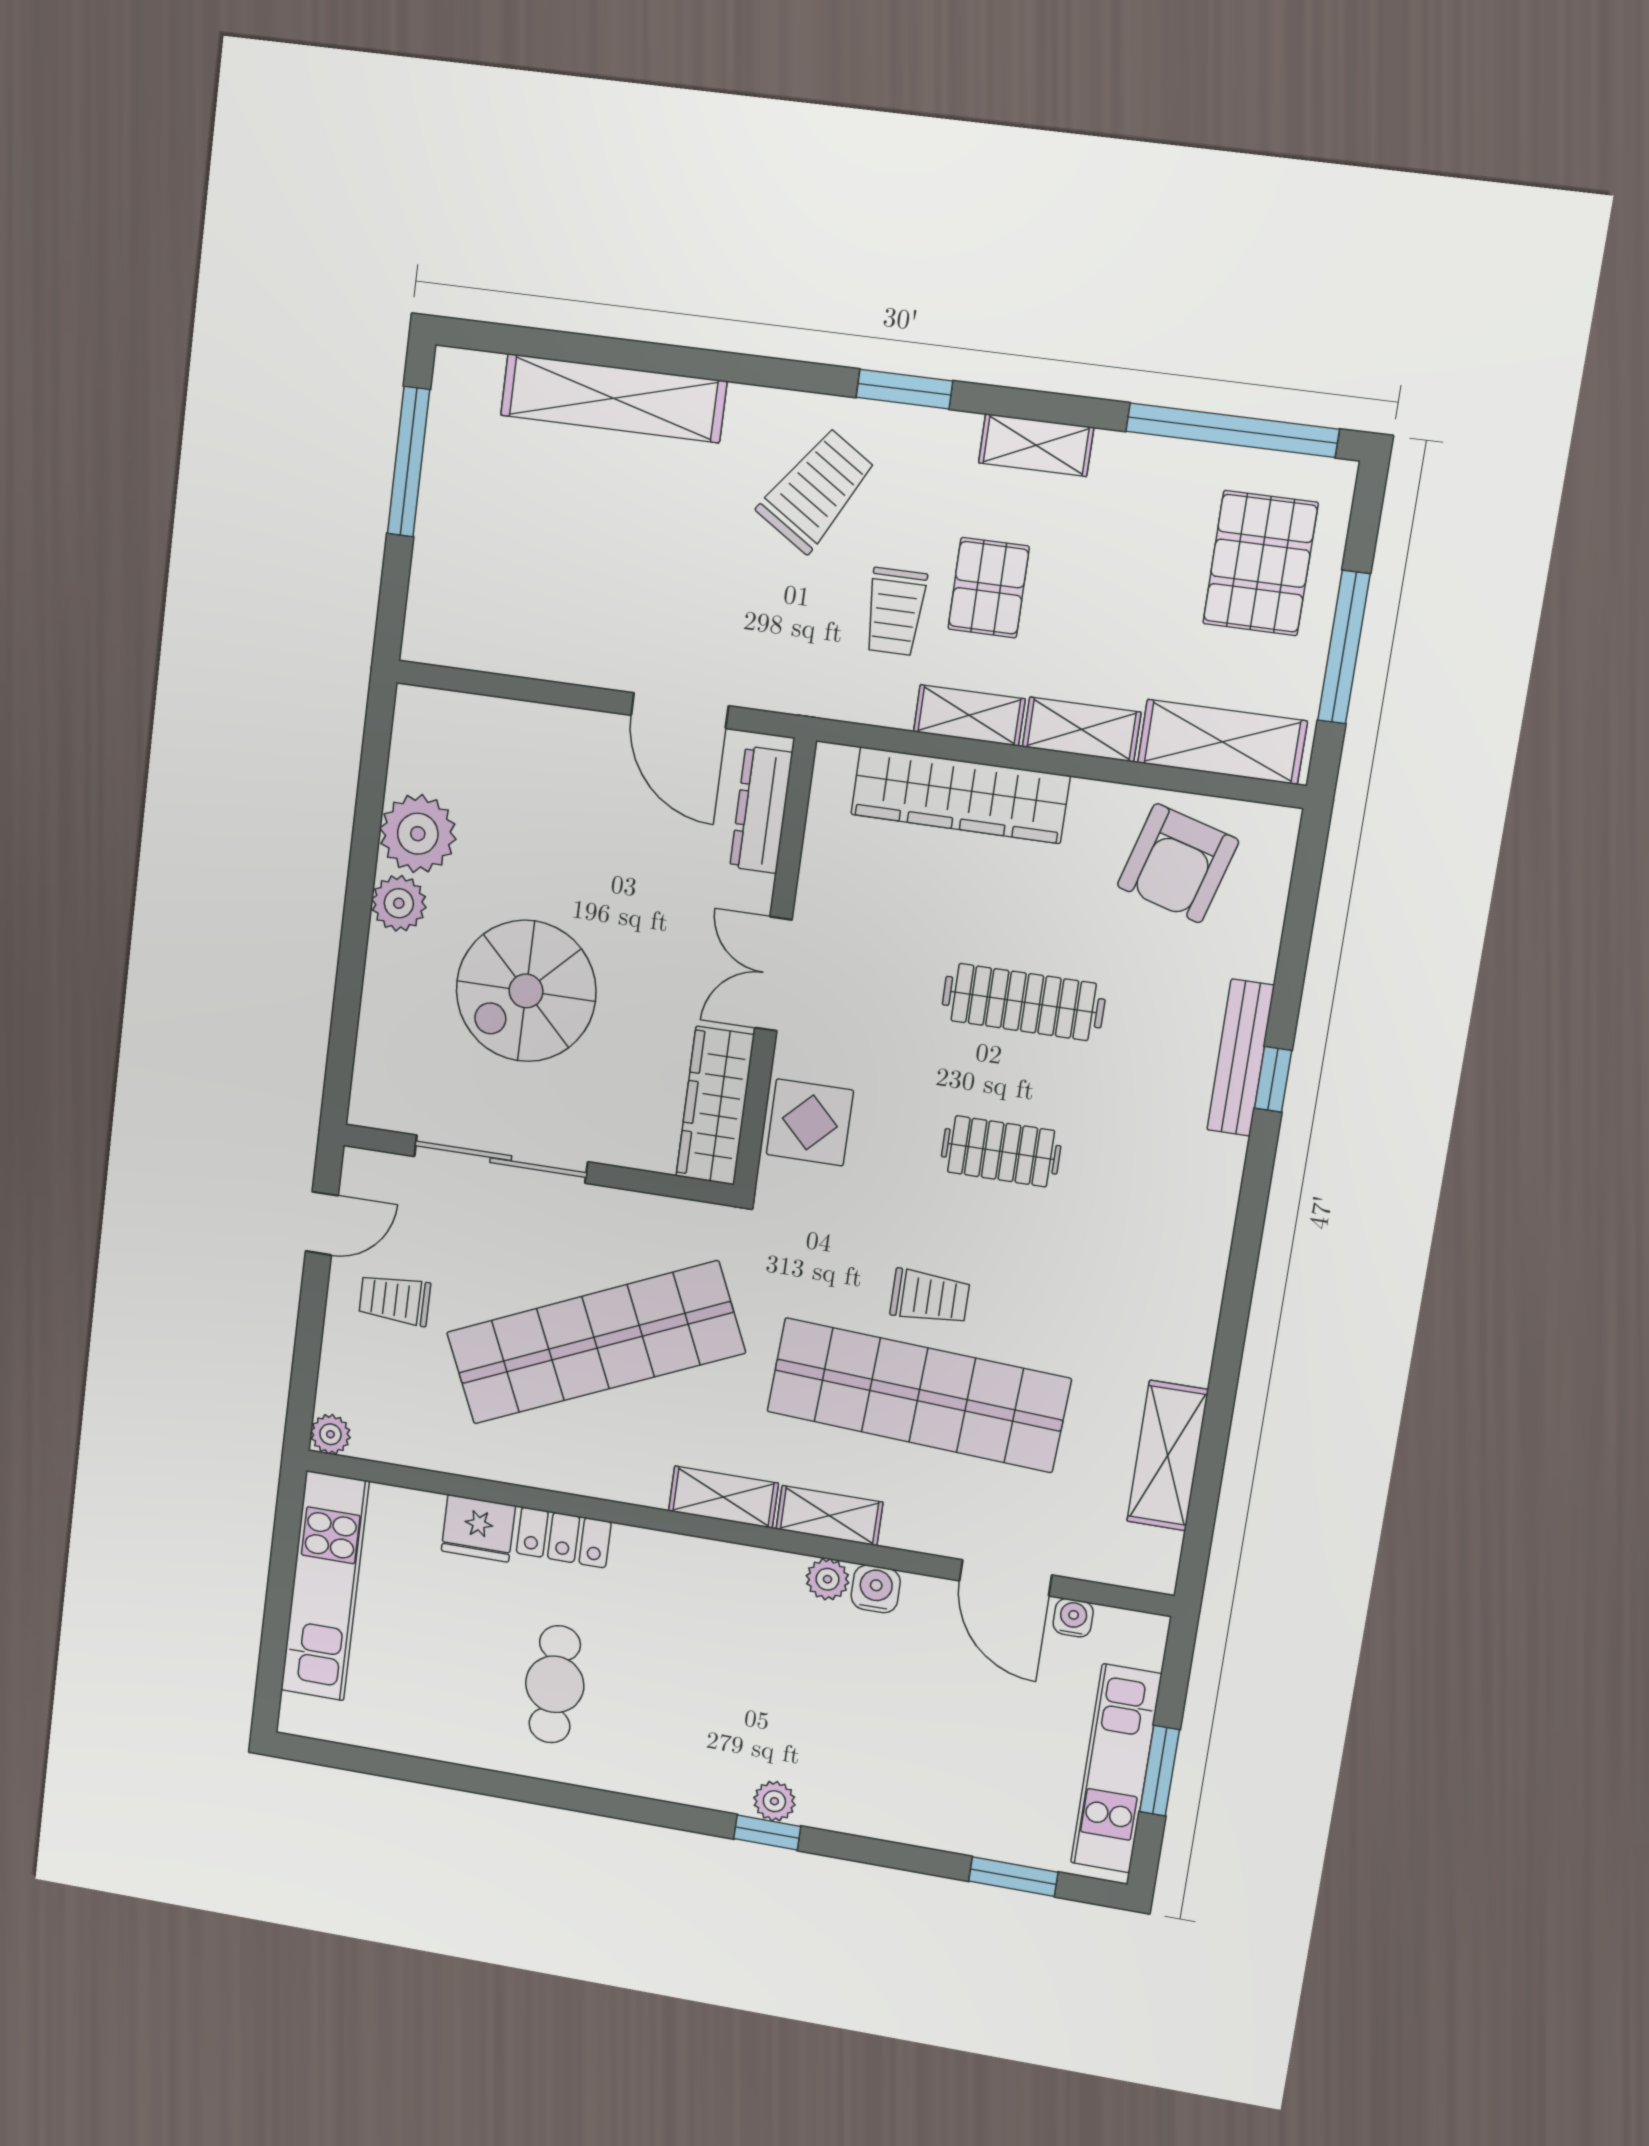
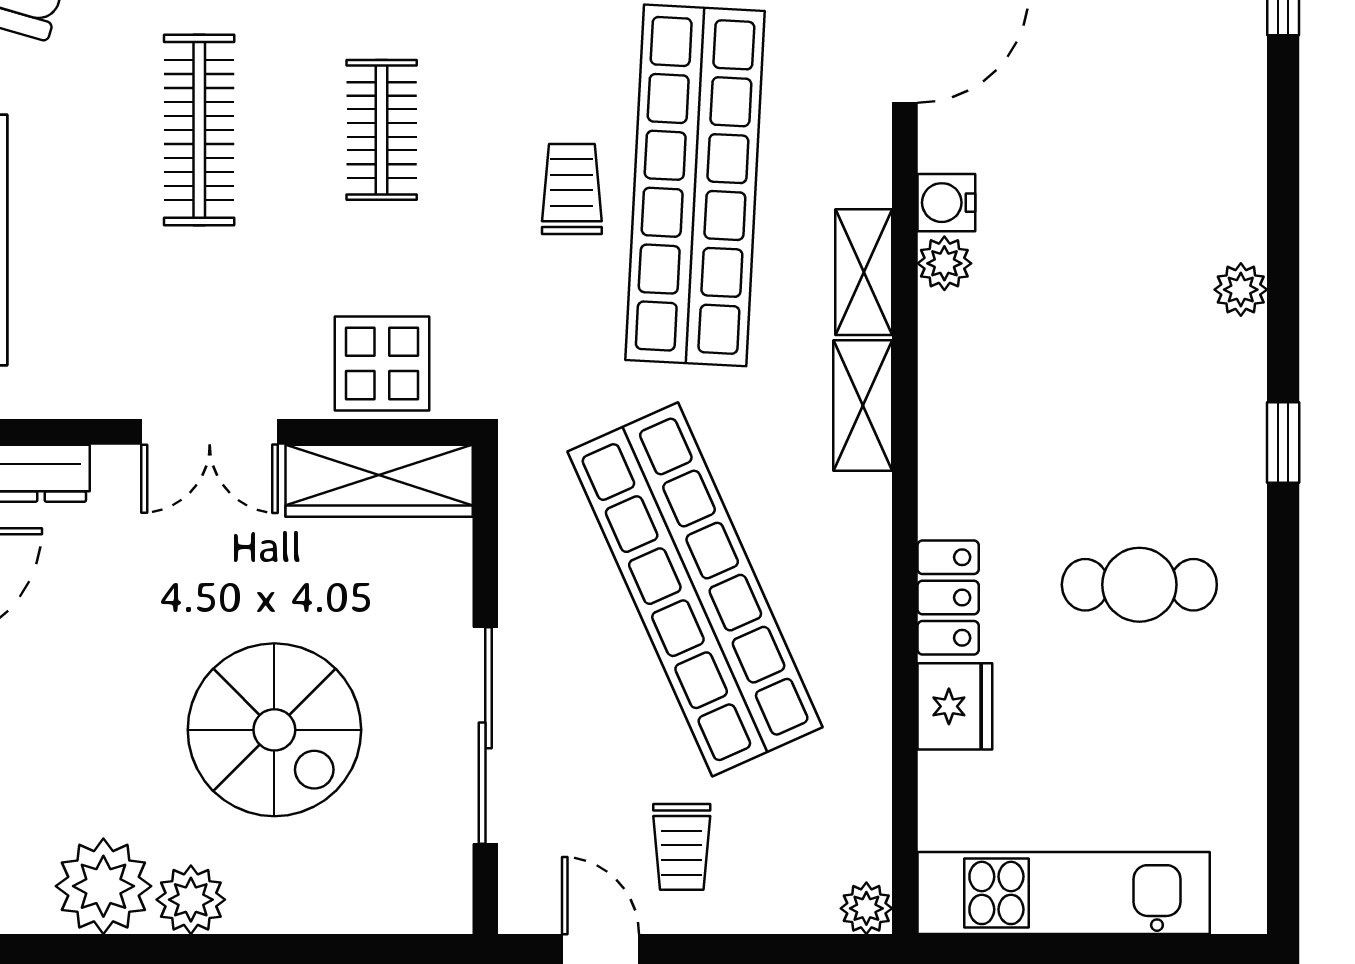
window: (767, 1833) -> (1283, 443), moved

